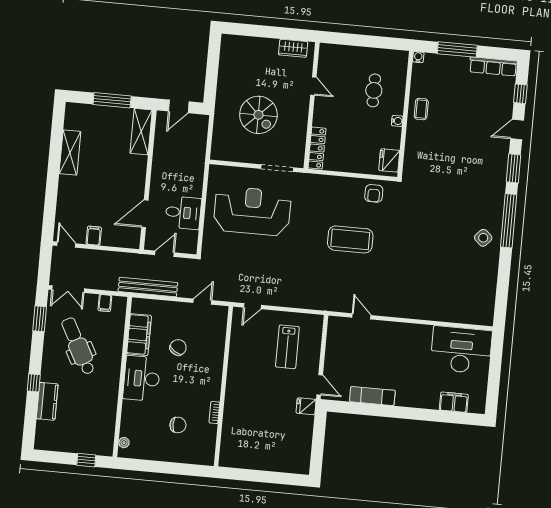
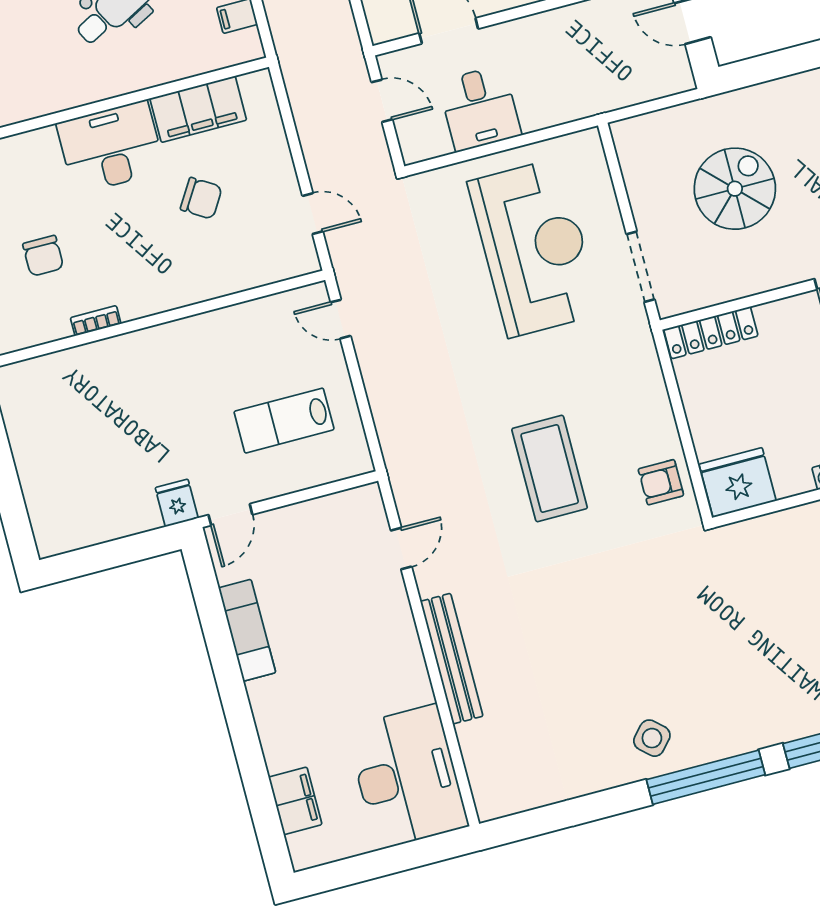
spiral stairs: (258, 115) -> (735, 189), turned 180
fridge: (389, 160) -> (738, 482), width x1.36, depth x1.34
bench: (148, 287) -> (452, 659), moved

